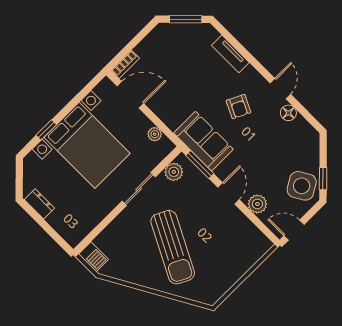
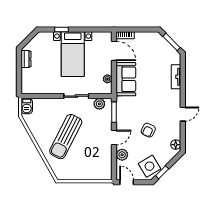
armchair: (239, 107) -> (148, 130), moved
floor lamp: (288, 113) -> (176, 145), moved
sofa: (203, 141) -> (126, 79), moved
bed with nightstands: (87, 145) -> (73, 54), width x0.73

